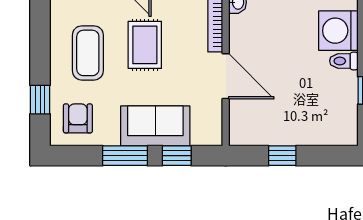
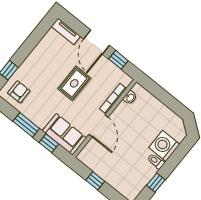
coffee table: (88, 53) -> (46, 67), removed
sofa: (155, 126) -> (64, 134), moved

